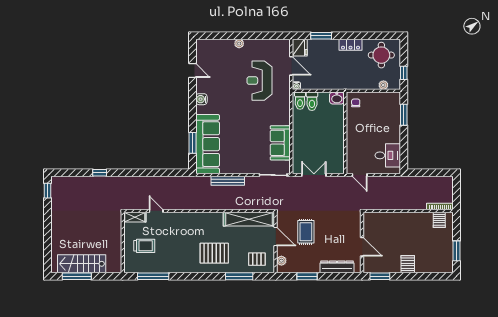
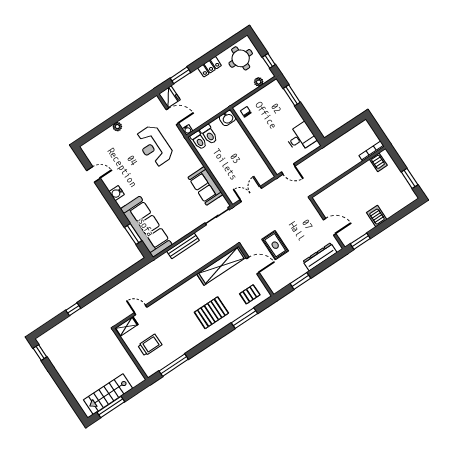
plant: (281, 261) -> (271, 282), removed

